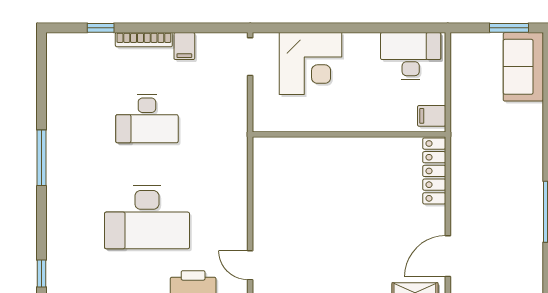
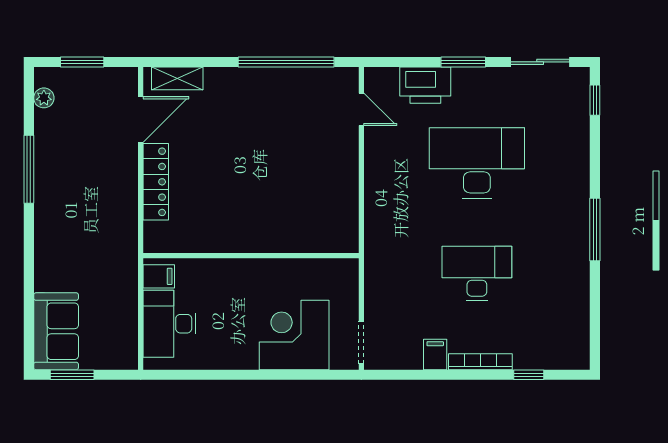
desk: (411, 56) -> (169, 324), moved, turned 90
locker: (434, 171) -> (156, 182), moved
plant: (534, 275) -> (44, 98), added

